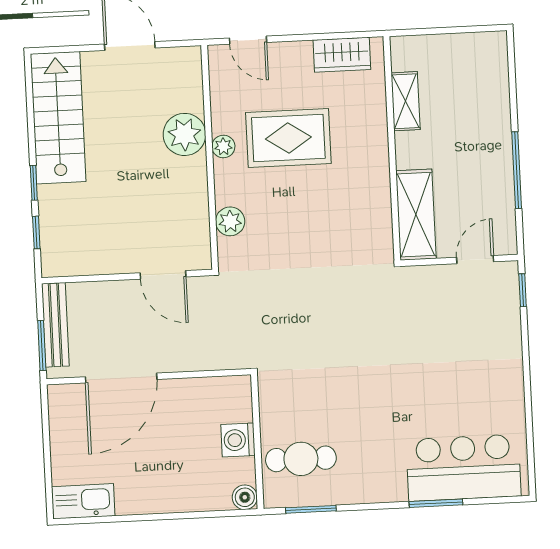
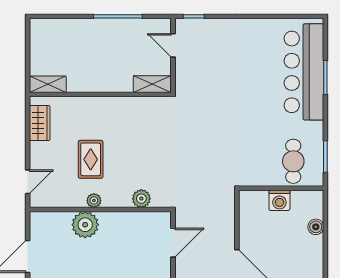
shelving: (406, 101) -> (48, 84), moved
rug: (288, 138) -> (91, 159), width x0.73, depth x0.70
shelving: (416, 215) -> (152, 84), width x0.67, depth x0.75
bar counter: (464, 468) -> (304, 72), width x1.36
boiler: (245, 497) -> (316, 227), moved

